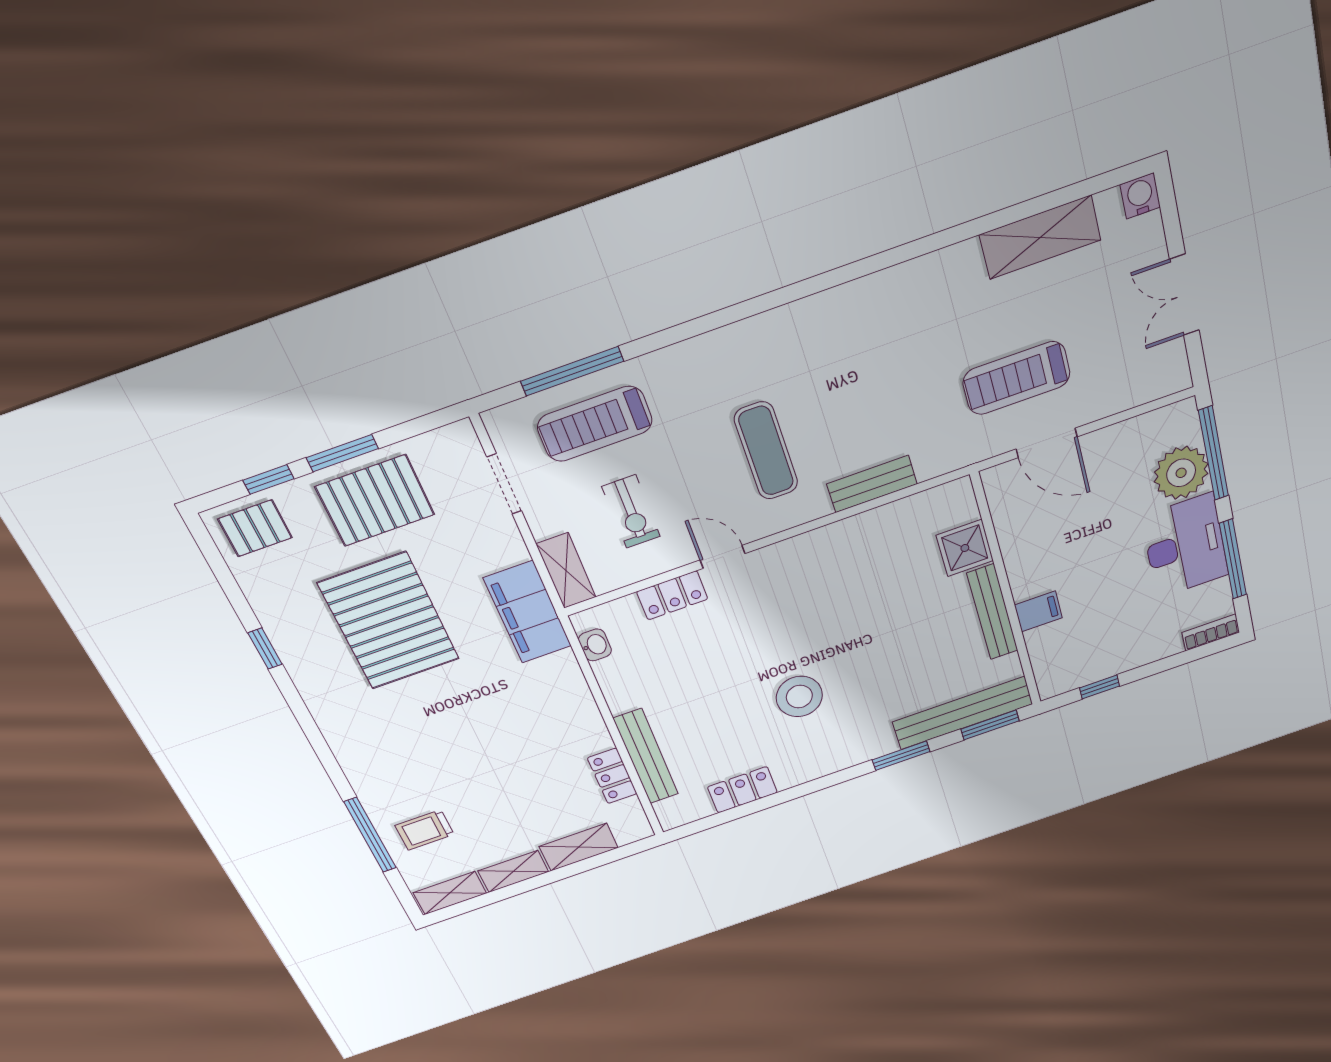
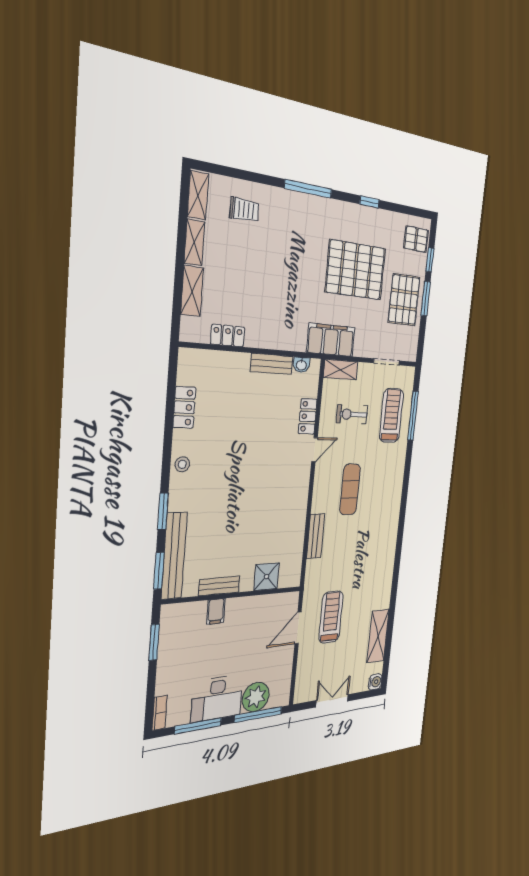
exercise mat: (766, 451) -> (350, 489), turned 90
pallet: (255, 528) -> (416, 239), turned 90
bench: (992, 612) -> (219, 586), width x0.73
window: (1100, 687) -> (154, 642), width x1.50
stool: (799, 697) -> (182, 464), moved, width x0.53, depth x0.53
bench: (646, 756) -> (272, 364), moved, width x0.73
trolley: (425, 830) -> (244, 210), turned 90
window: (370, 835) -> (308, 189), moved

